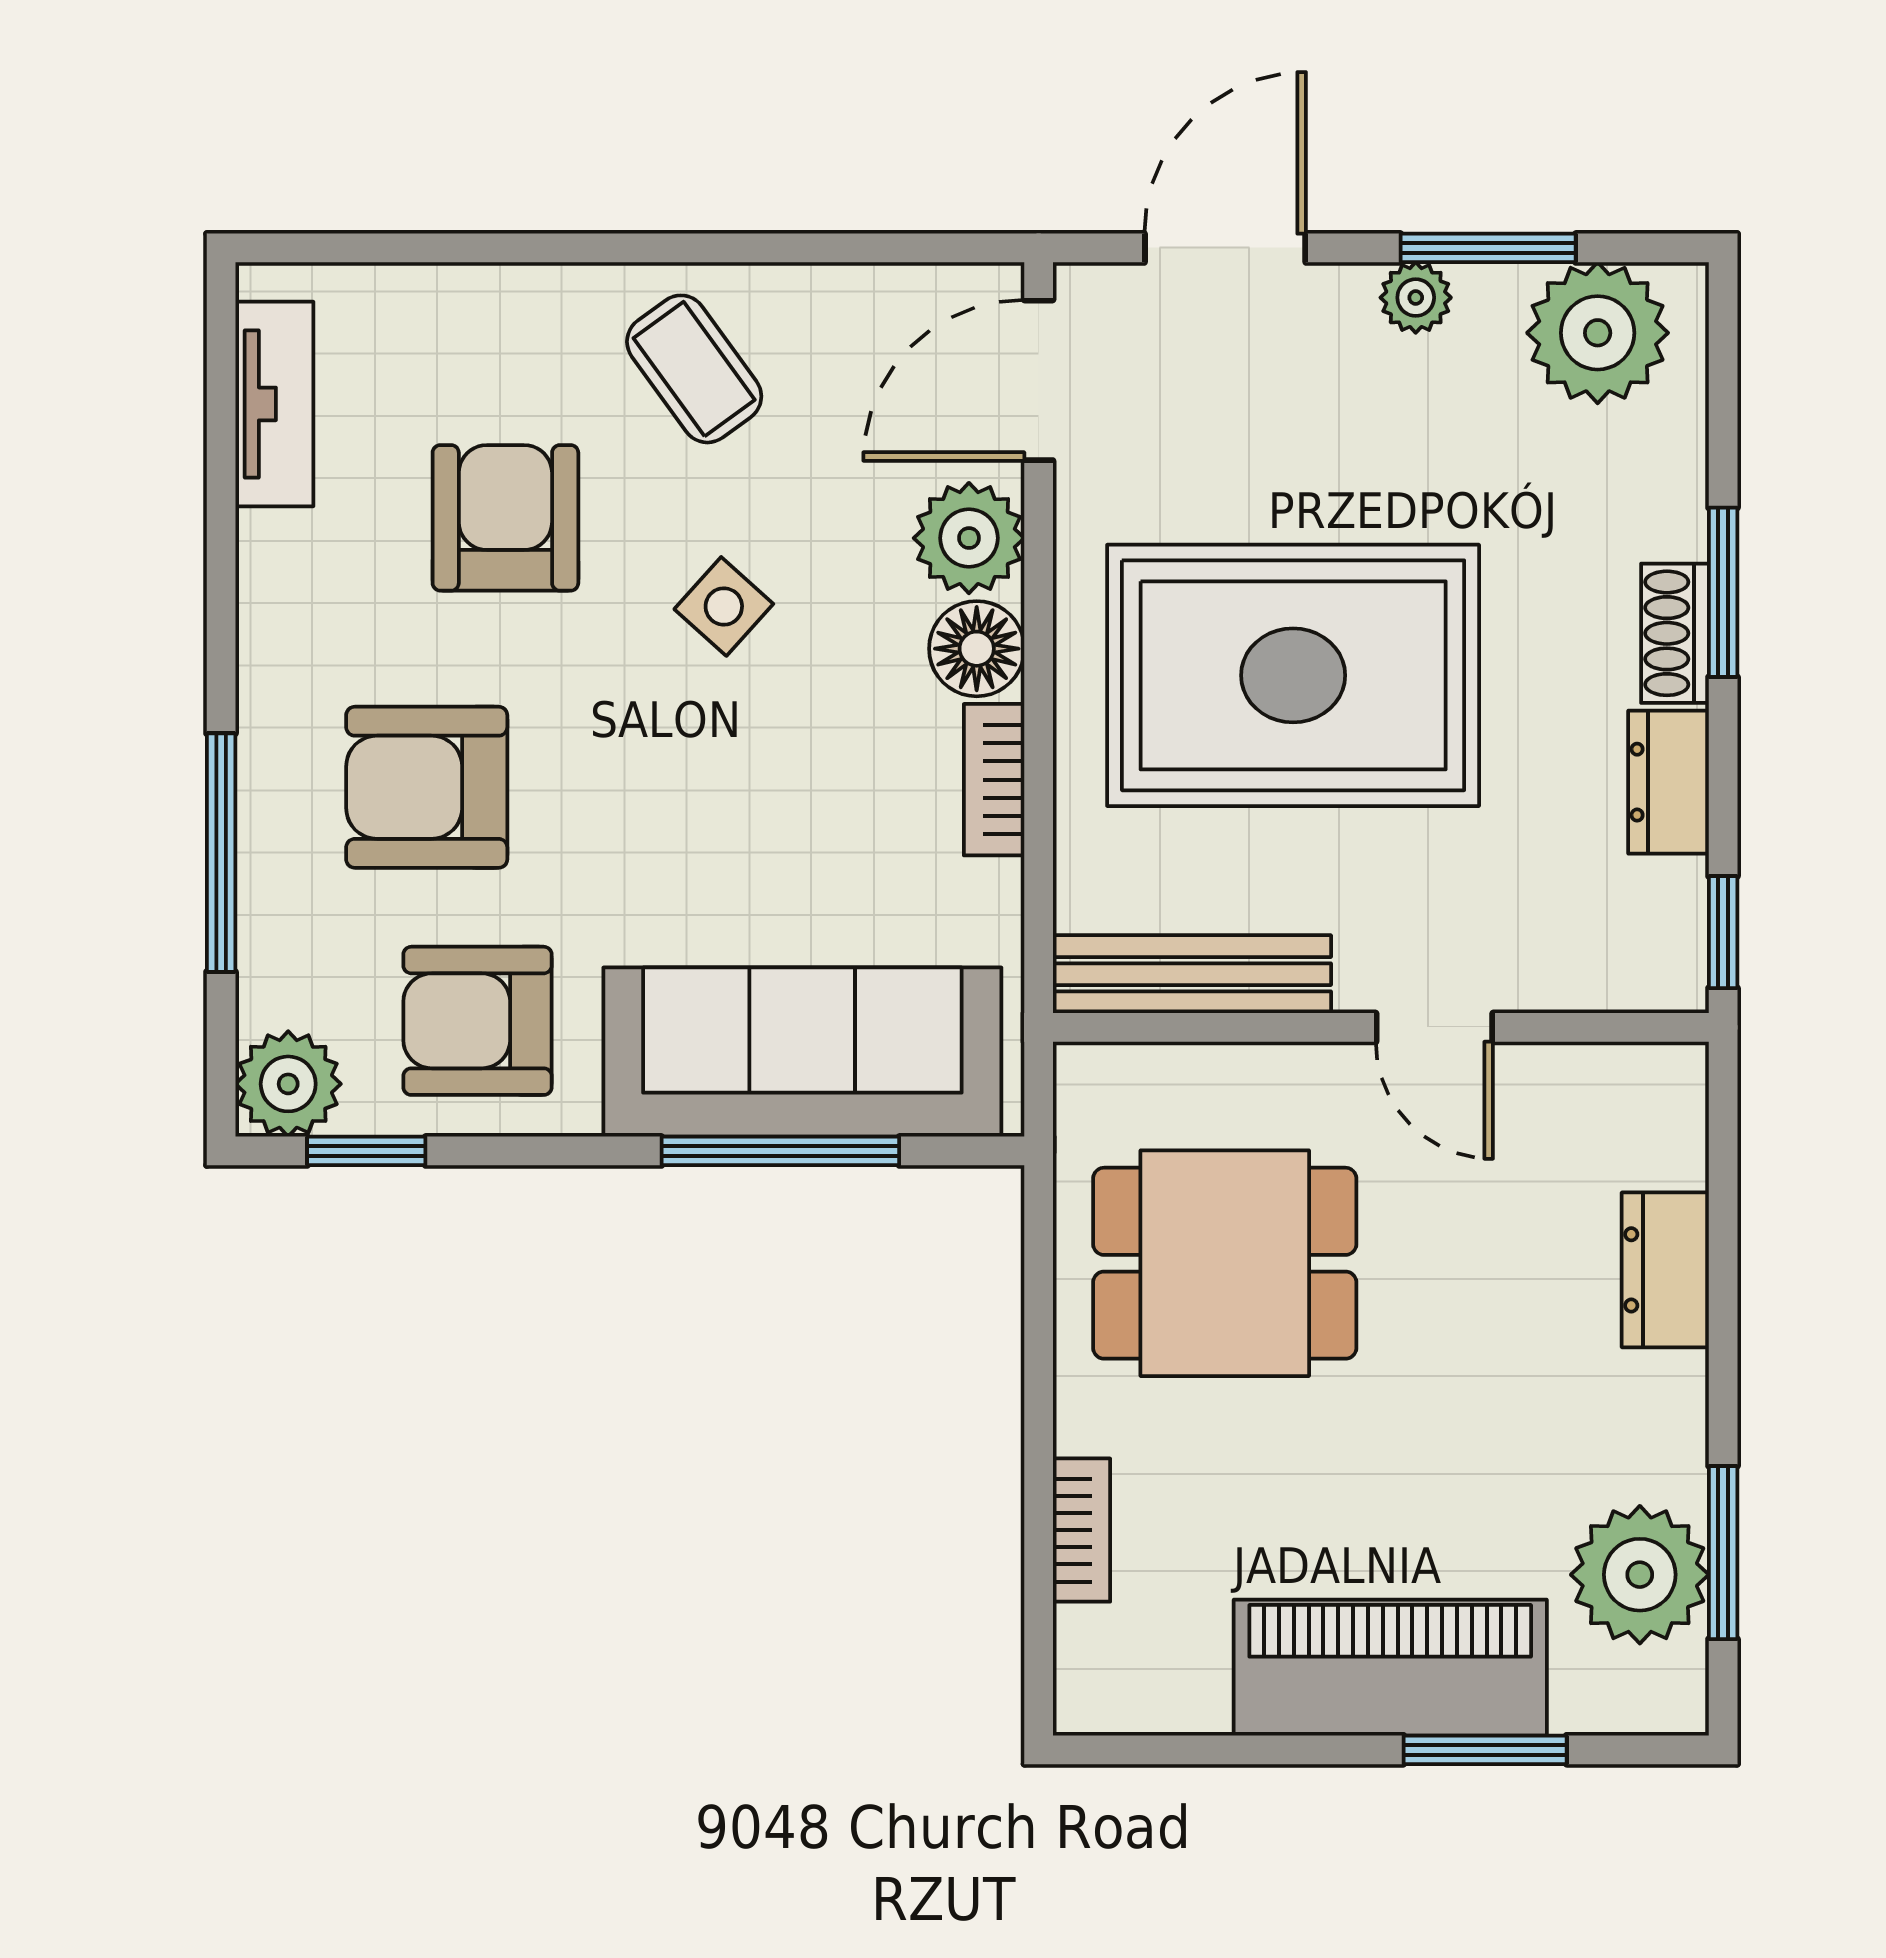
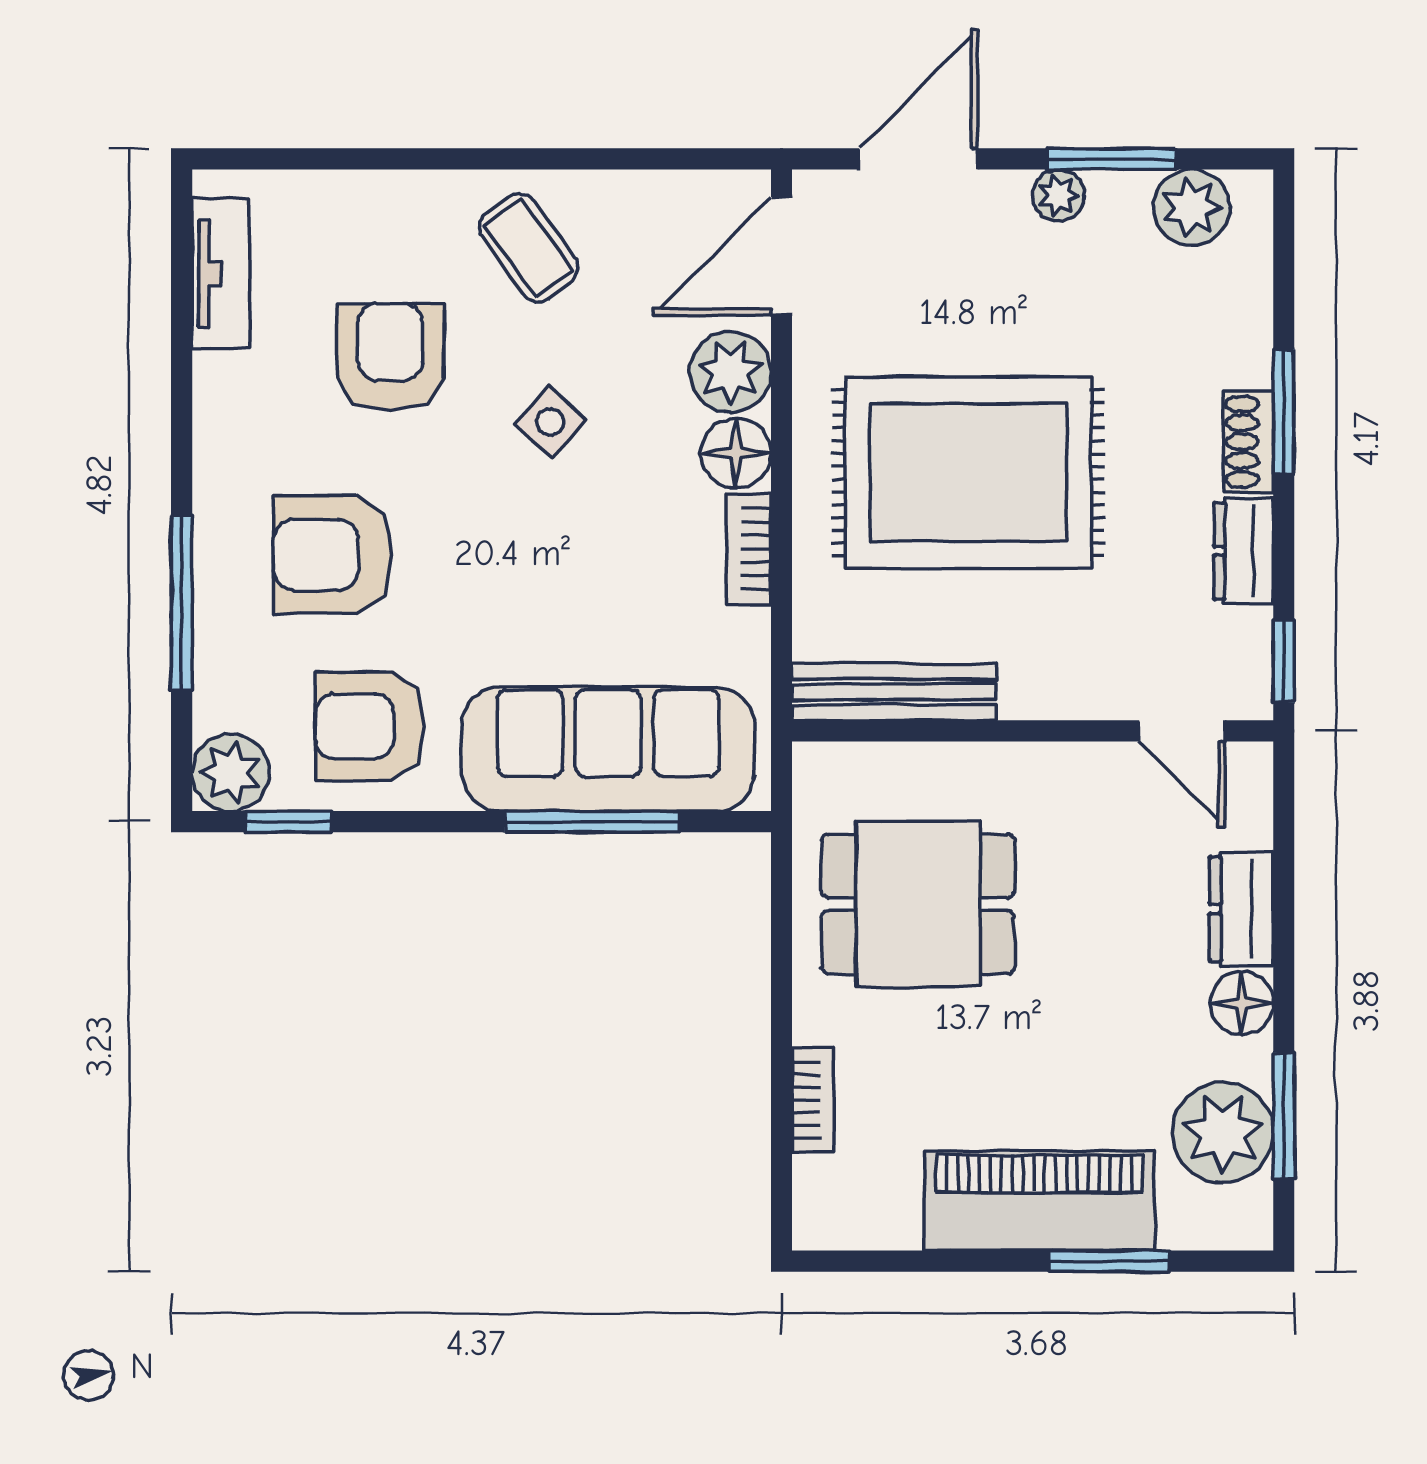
plant: (1598, 333) -> (1192, 207), width x0.73, depth x0.73
door: (1434, 1027) -> (1182, 731), moved
floor lamp: (1666, 1398) -> (1242, 1003), added

